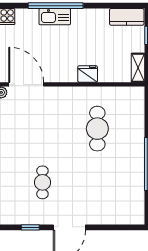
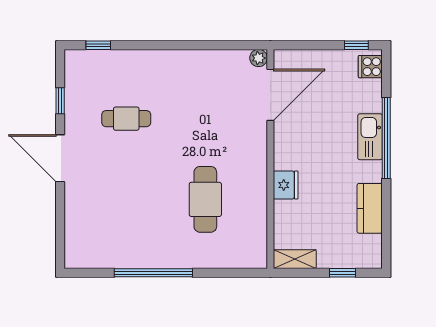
kitchen counter: (127, 17) -> (370, 208), moved
cafe table: (97, 129) -> (205, 199), turned 90

